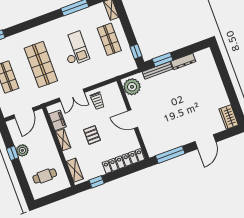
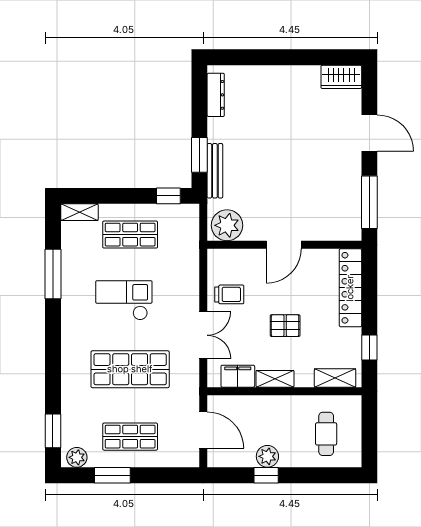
dresser: (183, 61) -> (216, 95), moved

